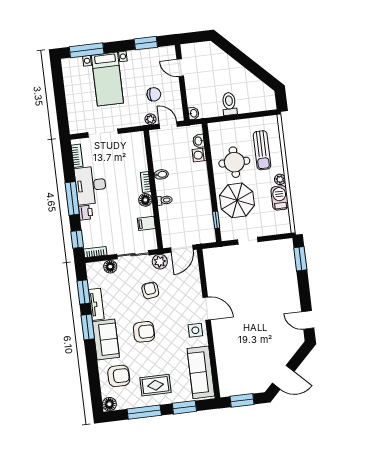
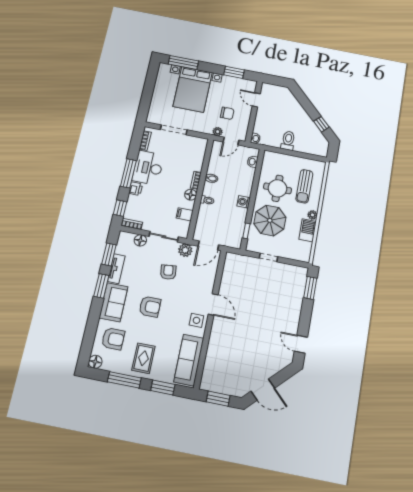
window: (260, 72) -> (321, 124), added
bed with nightstands: (107, 79) -> (193, 89), width x1.36
door: (168, 125) -> (231, 141), swing flipped
washing machine: (199, 155) -> (244, 202), moved
rug: (155, 385) -> (143, 358), turned 90

